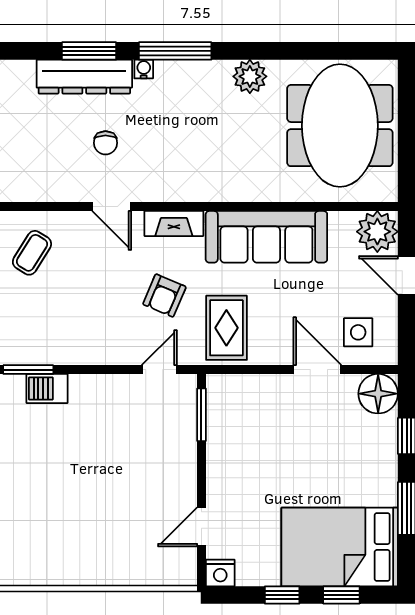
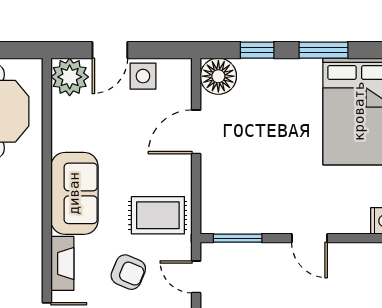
sofa: (266, 237) -> (74, 193), width x0.73
side table: (358, 332) -> (143, 76), moved
door: (201, 527) -> (309, 238), moved

